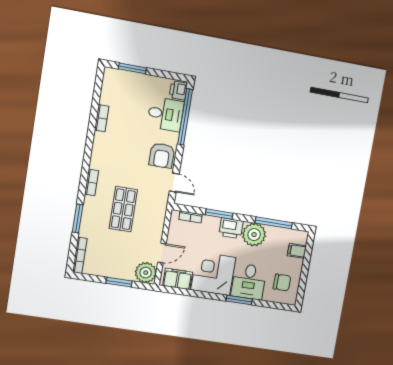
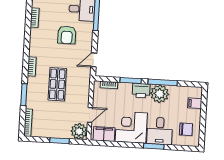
armchair: (162, 156) -> (67, 35), moved
door: (174, 183) -> (94, 60), swing flipped
window: (274, 223) -> (163, 82), moved

